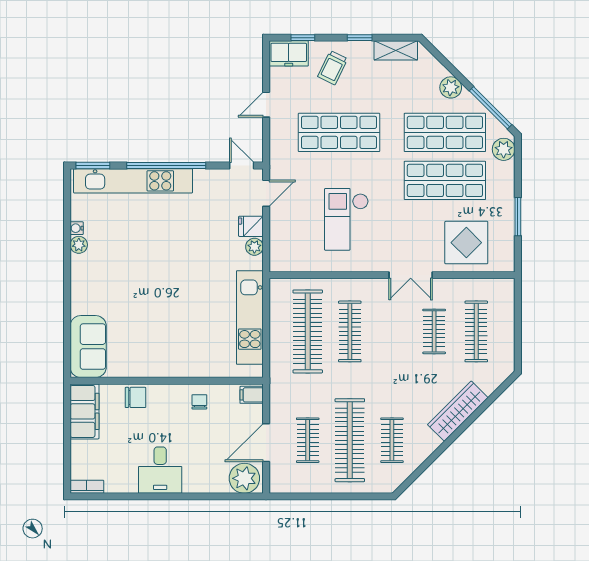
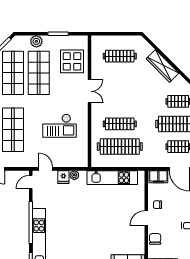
plant: (504, 149) -> (36, 41), moved
clothes rail: (434, 331) -> (120, 79), removed
door: (174, 381) -> (146, 218), added
filing cabinet: (252, 395) -> (158, 177), width x2.00

